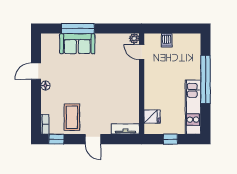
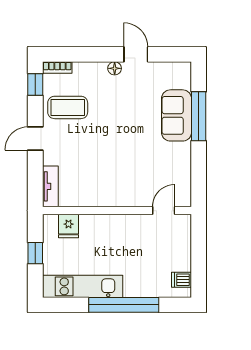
plant: (134, 38) -> (184, 200), removed
dishwasher: (167, 40) -> (182, 280), moved

